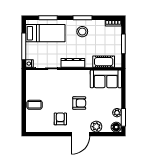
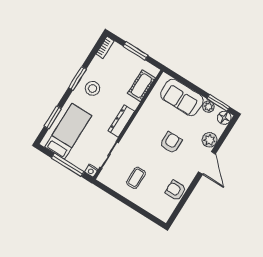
sofa: (106, 79) -> (182, 97), moved, turned 90
coffee table: (34, 105) -> (136, 178), moved
armchair: (60, 119) -> (176, 190), moved

